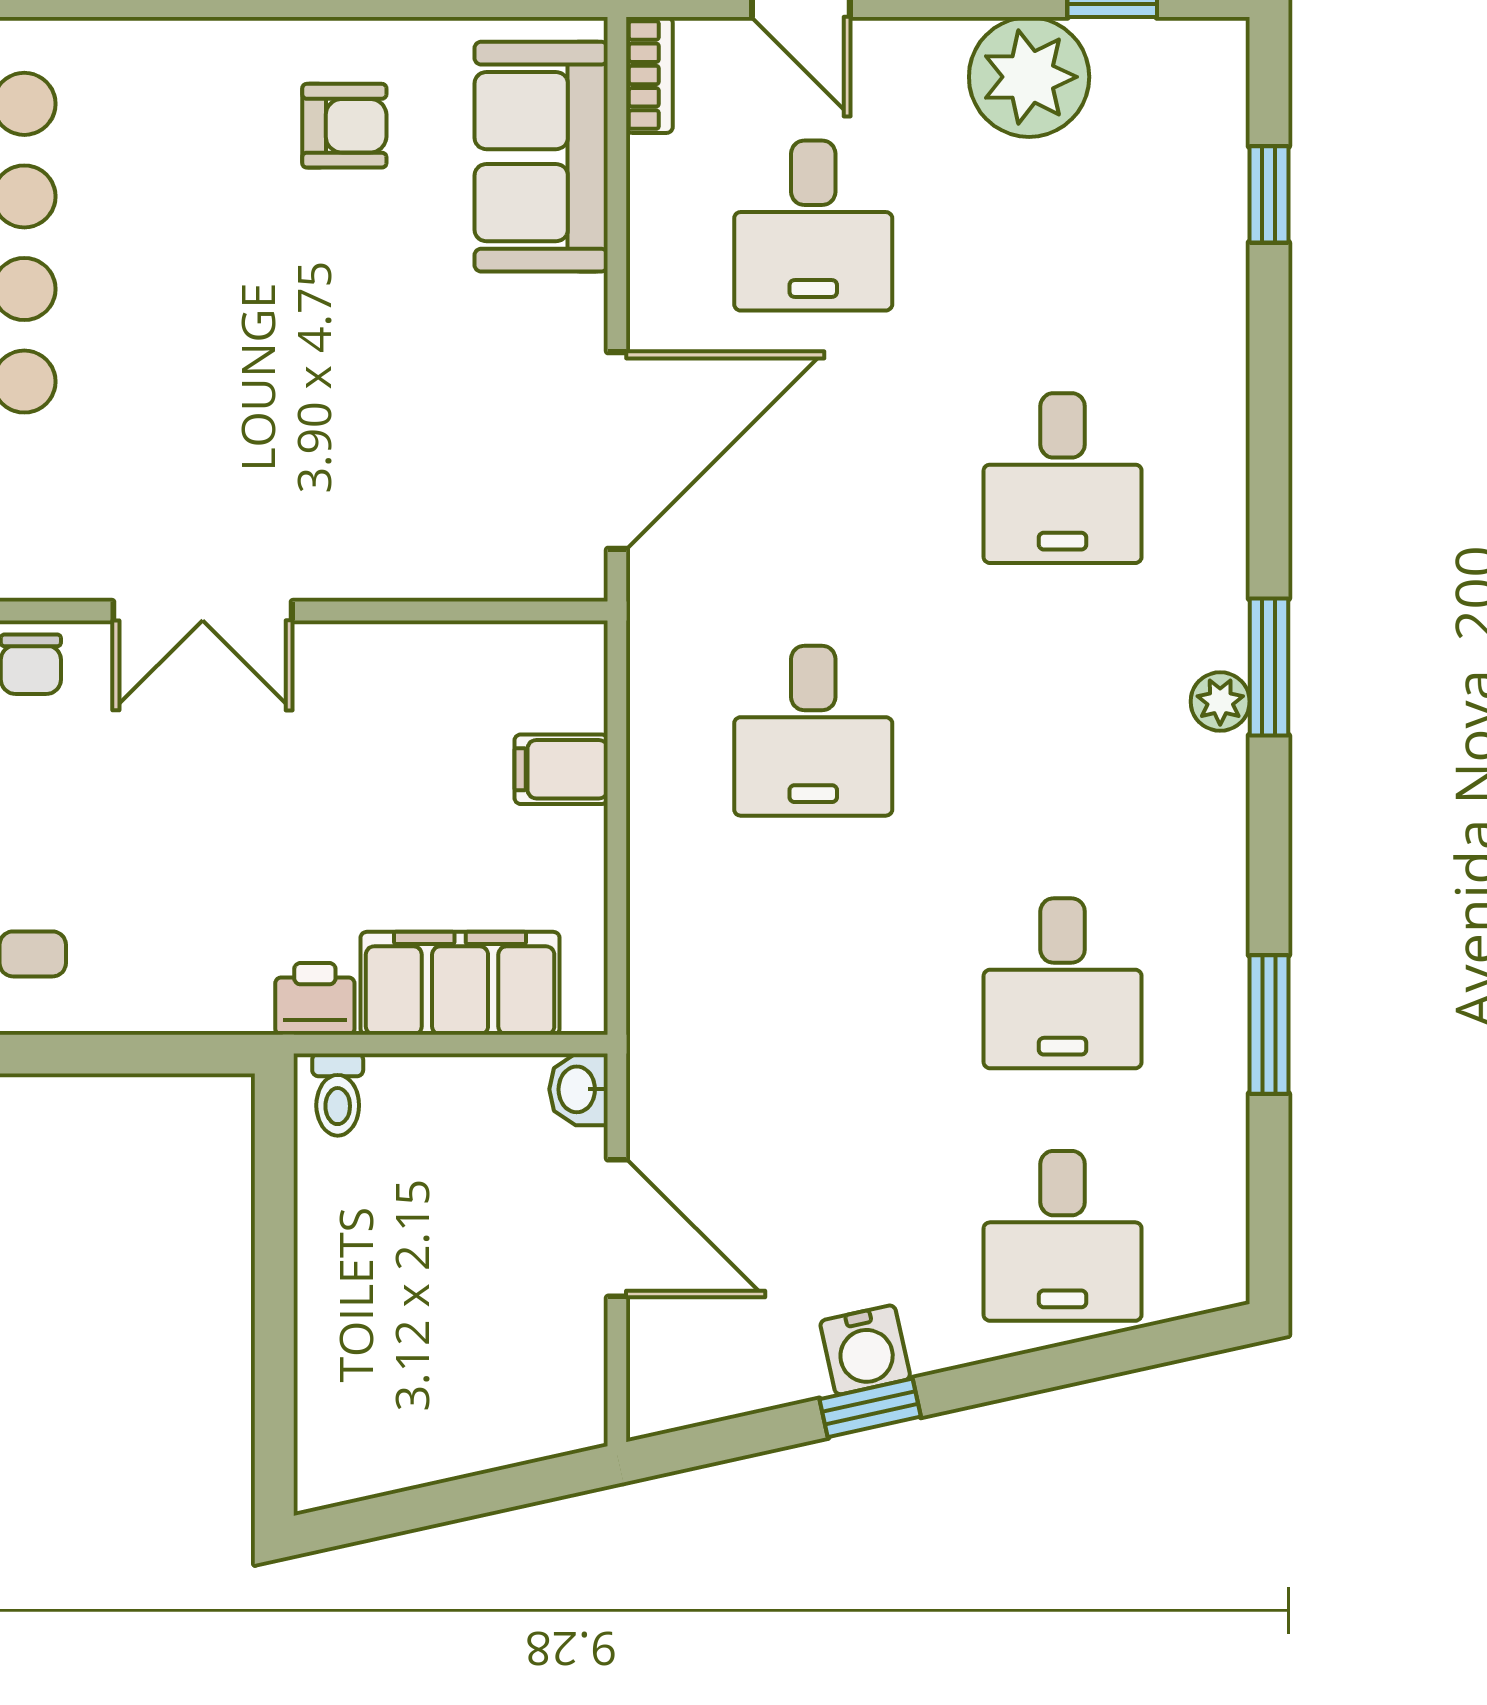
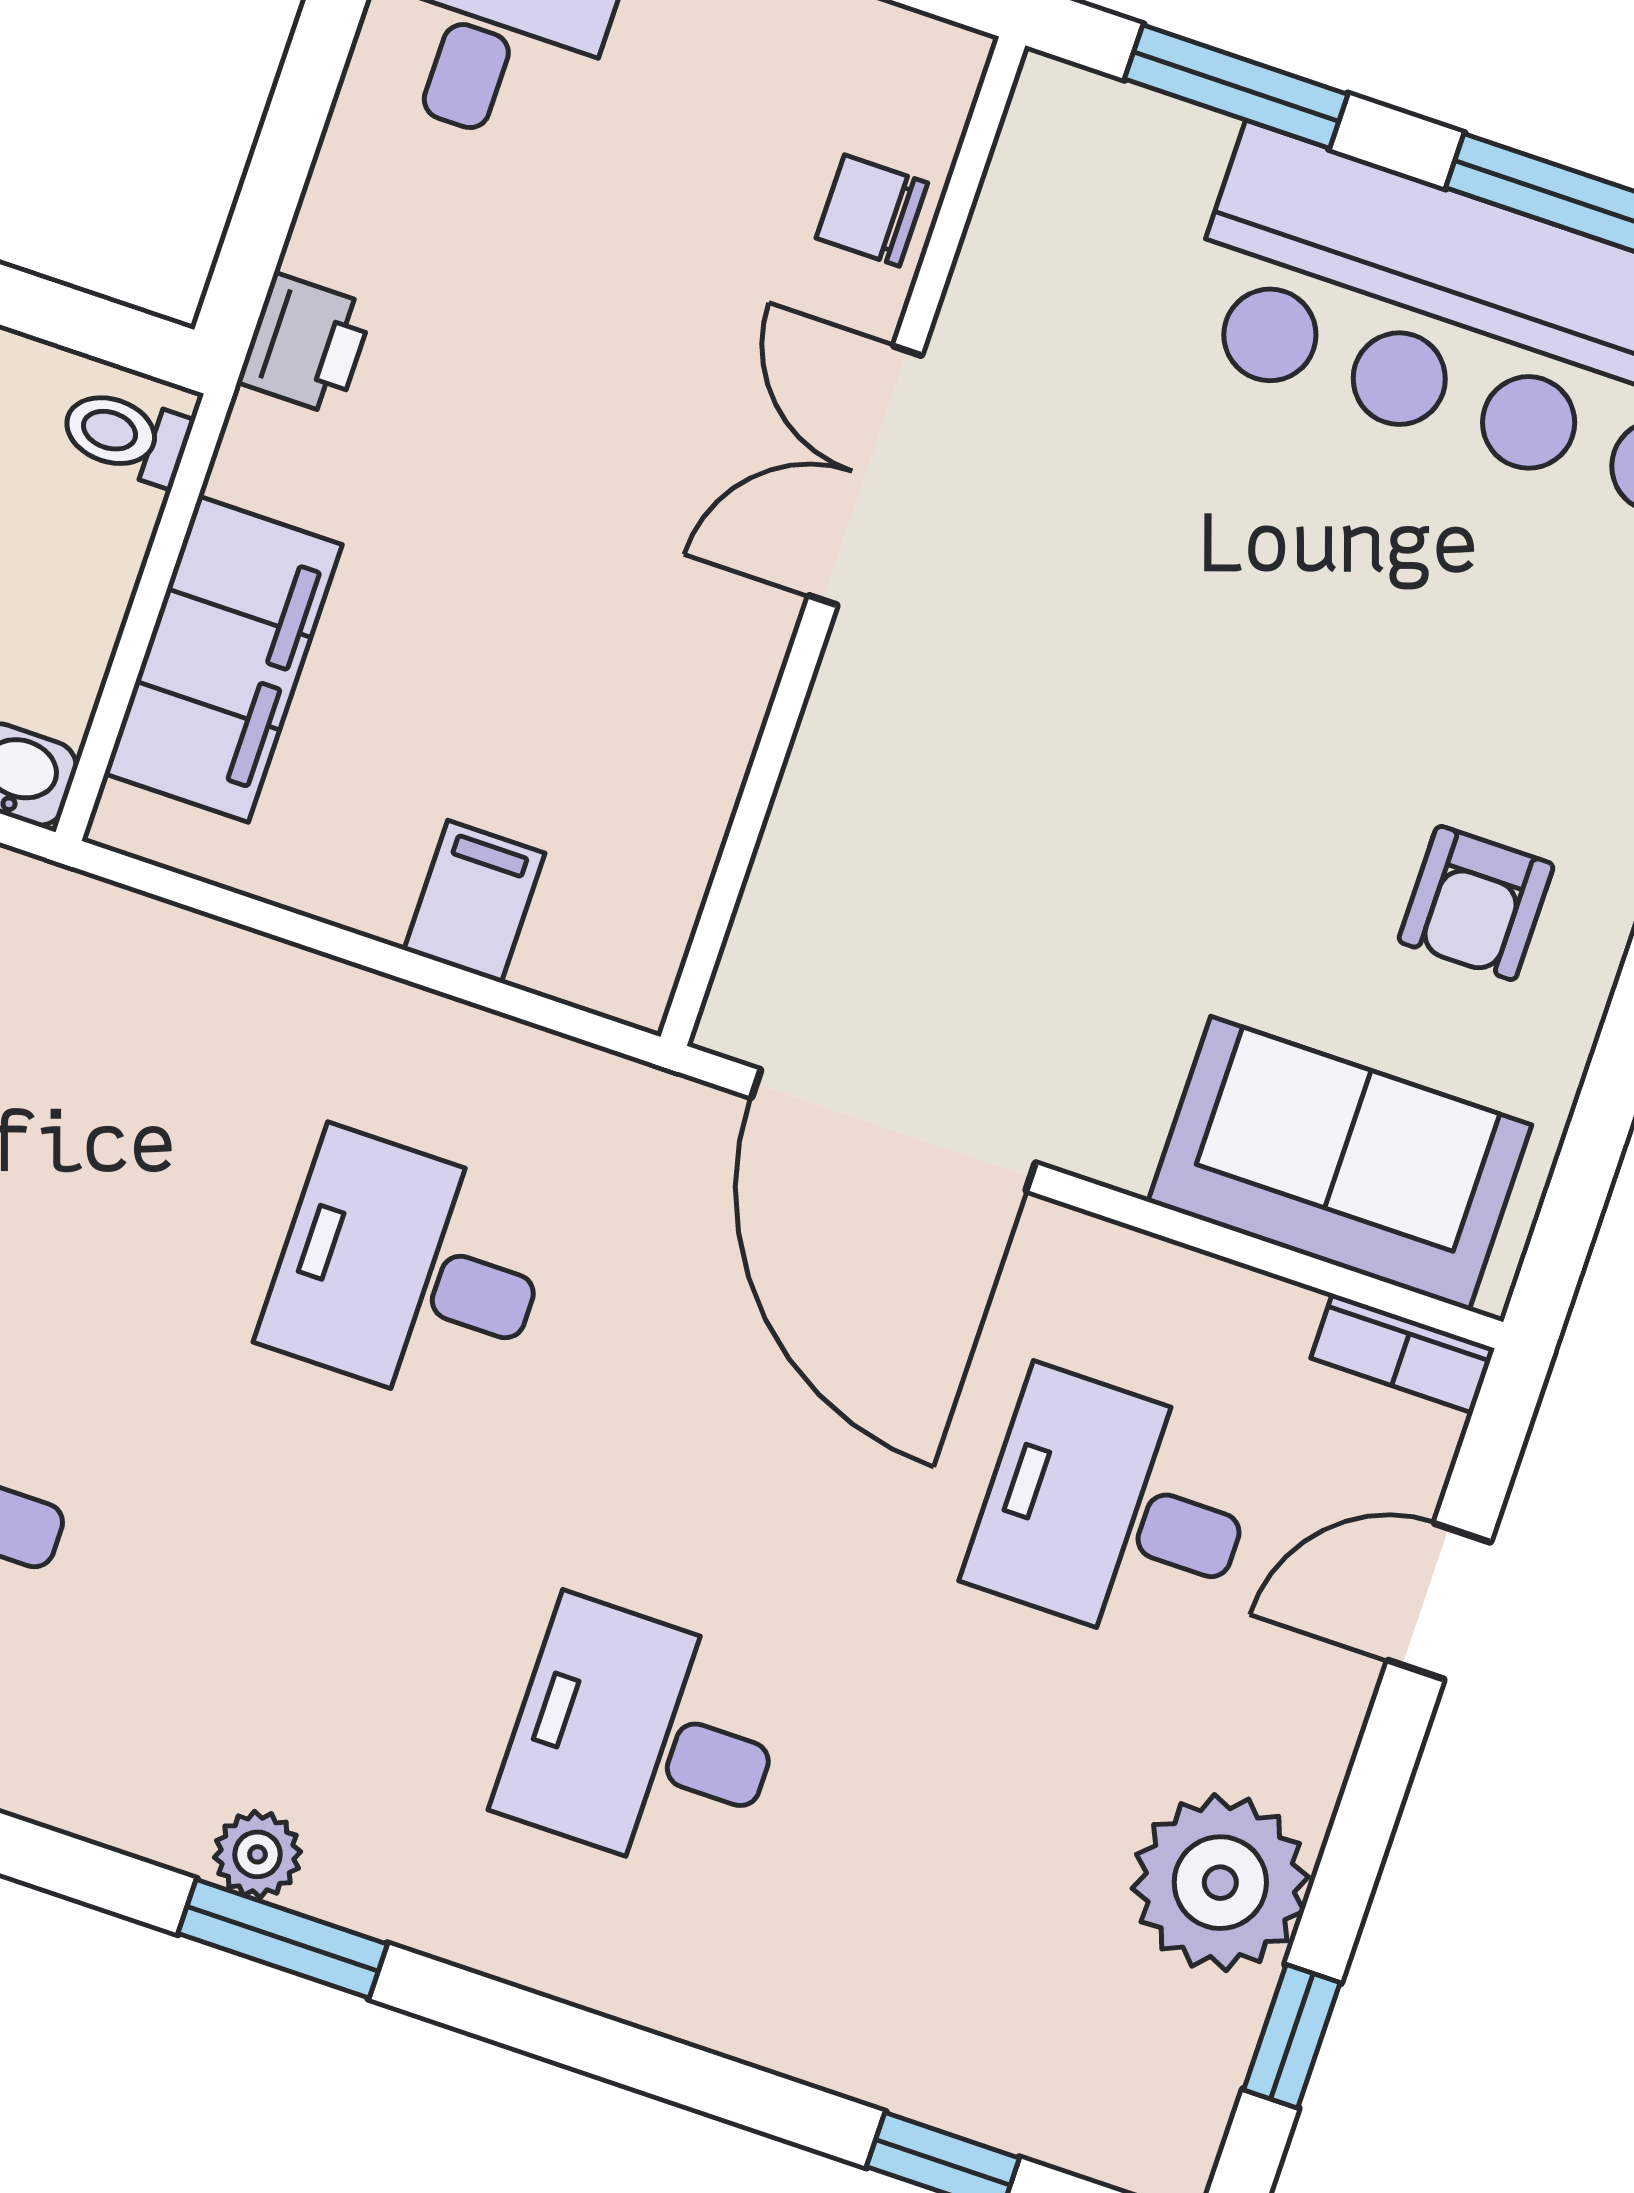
printer: (315, 999) -> (306, 344), moved

